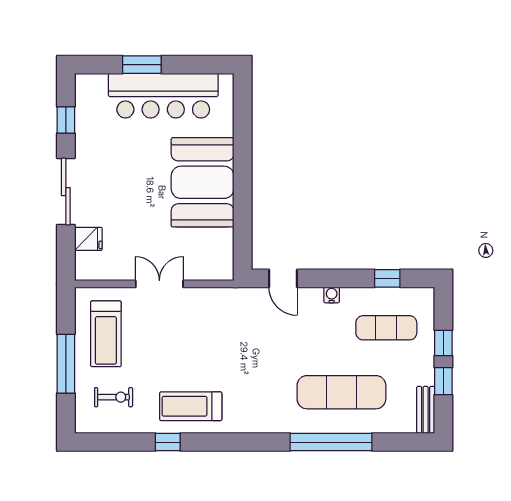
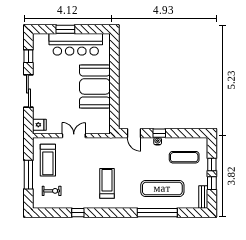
fridge: (88, 239) -> (39, 125), moved
window: (387, 278) -> (159, 133), moved
treadmill: (191, 406) -> (107, 183), moved, turned 90

